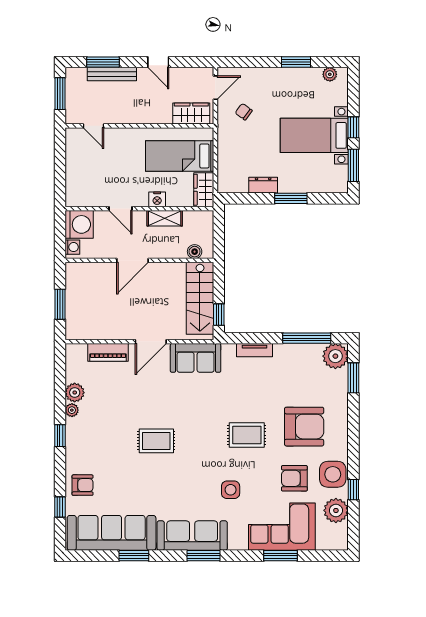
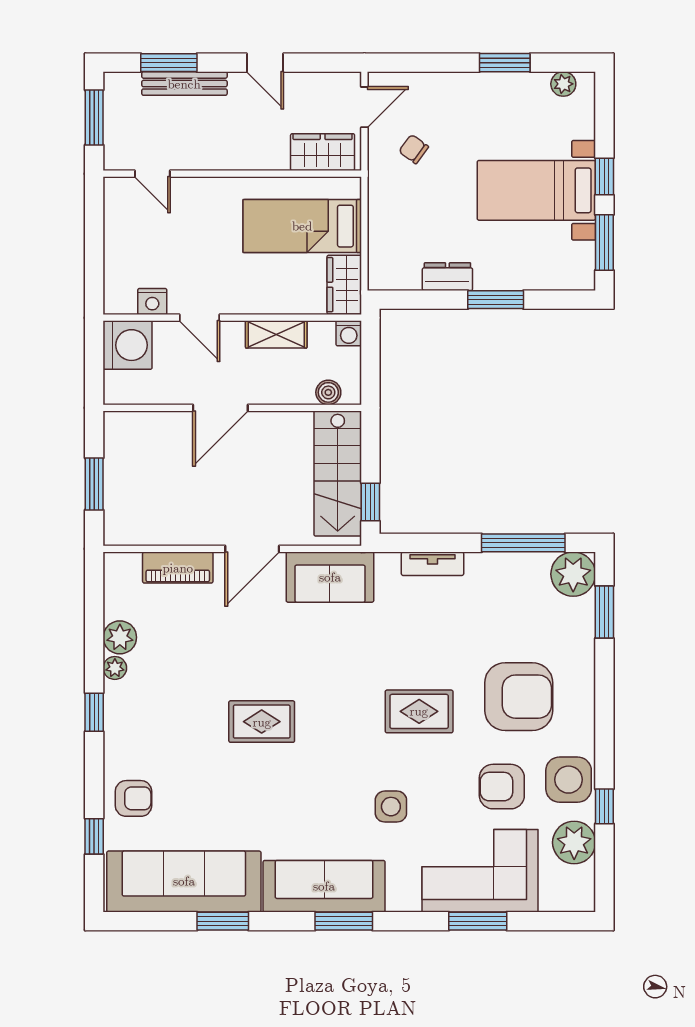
nightstand: (157, 199) -> (152, 302), moved
washing machine: (72, 247) -> (349, 333), moved, turned 90

